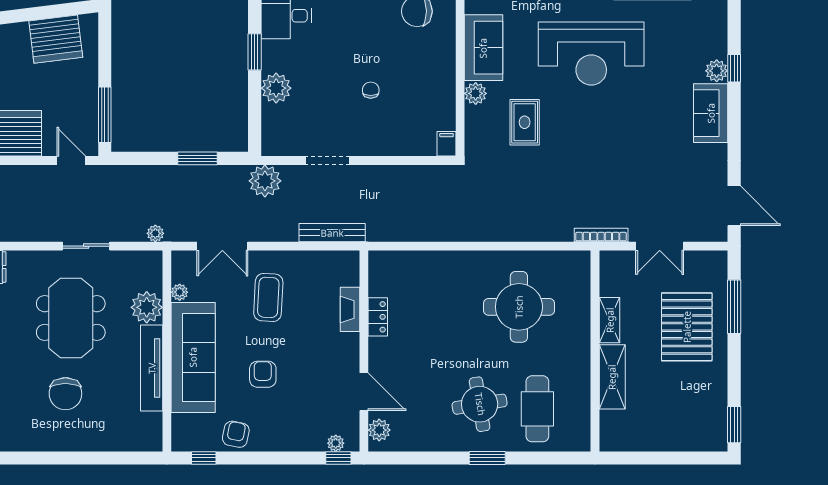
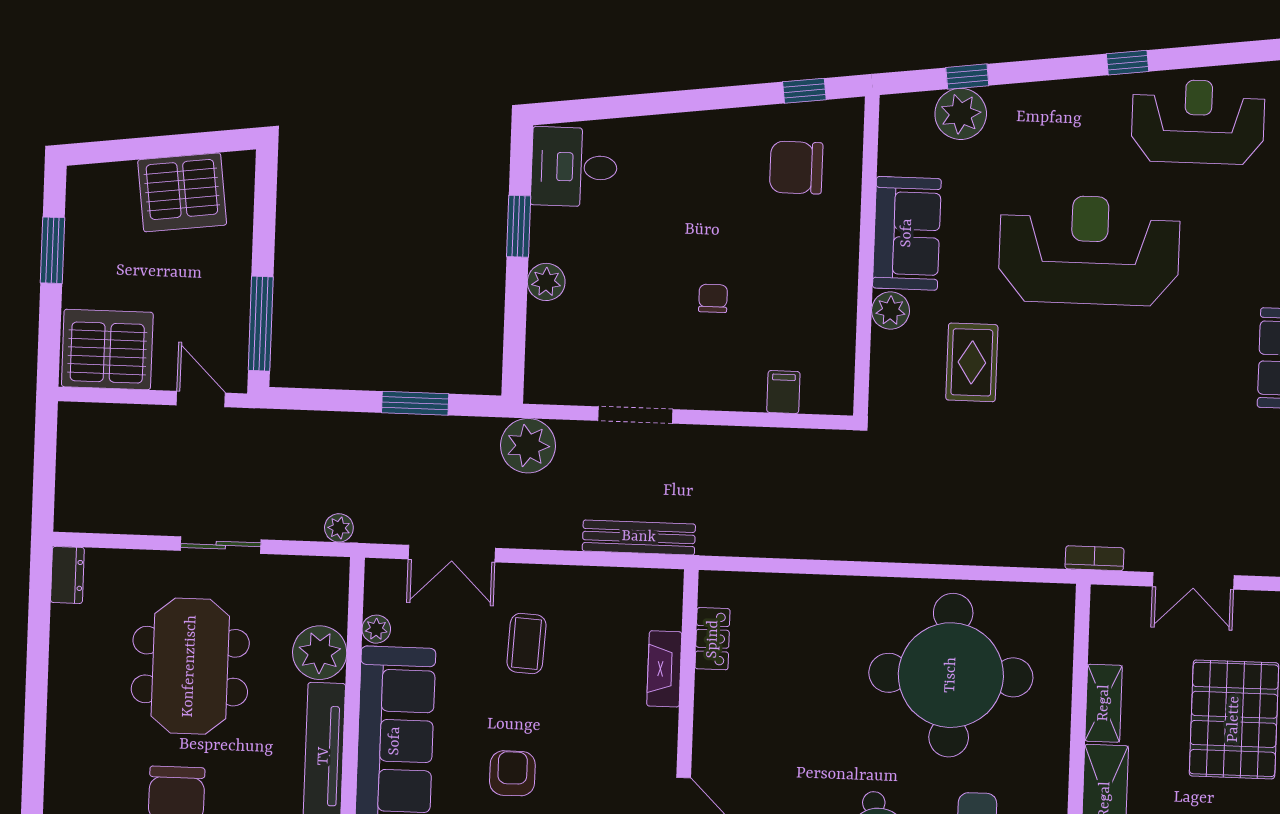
reception desk: (591, 54) -> (1089, 250), turned 180
plant: (276, 88) -> (546, 282), width x0.73, depth x0.73
filing cabinet: (447, 144) -> (783, 392), moved
bookcase: (601, 235) -> (1095, 558), width x0.64
coffee table: (268, 297) -> (526, 643), width x0.73, depth x0.77
round table: (519, 307) -> (951, 675), width x1.36, depth x1.36
locker: (378, 317) -> (713, 639), moved

